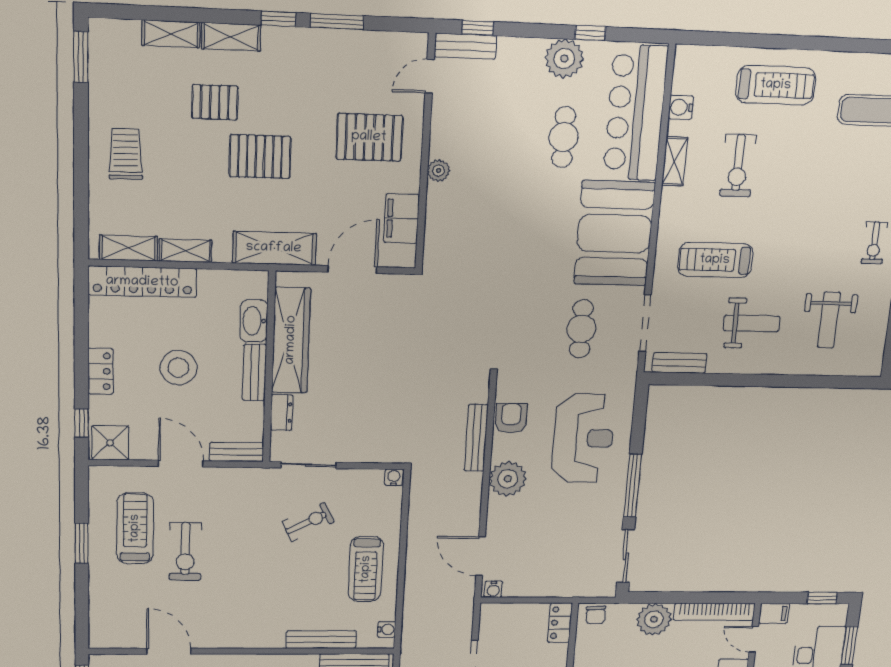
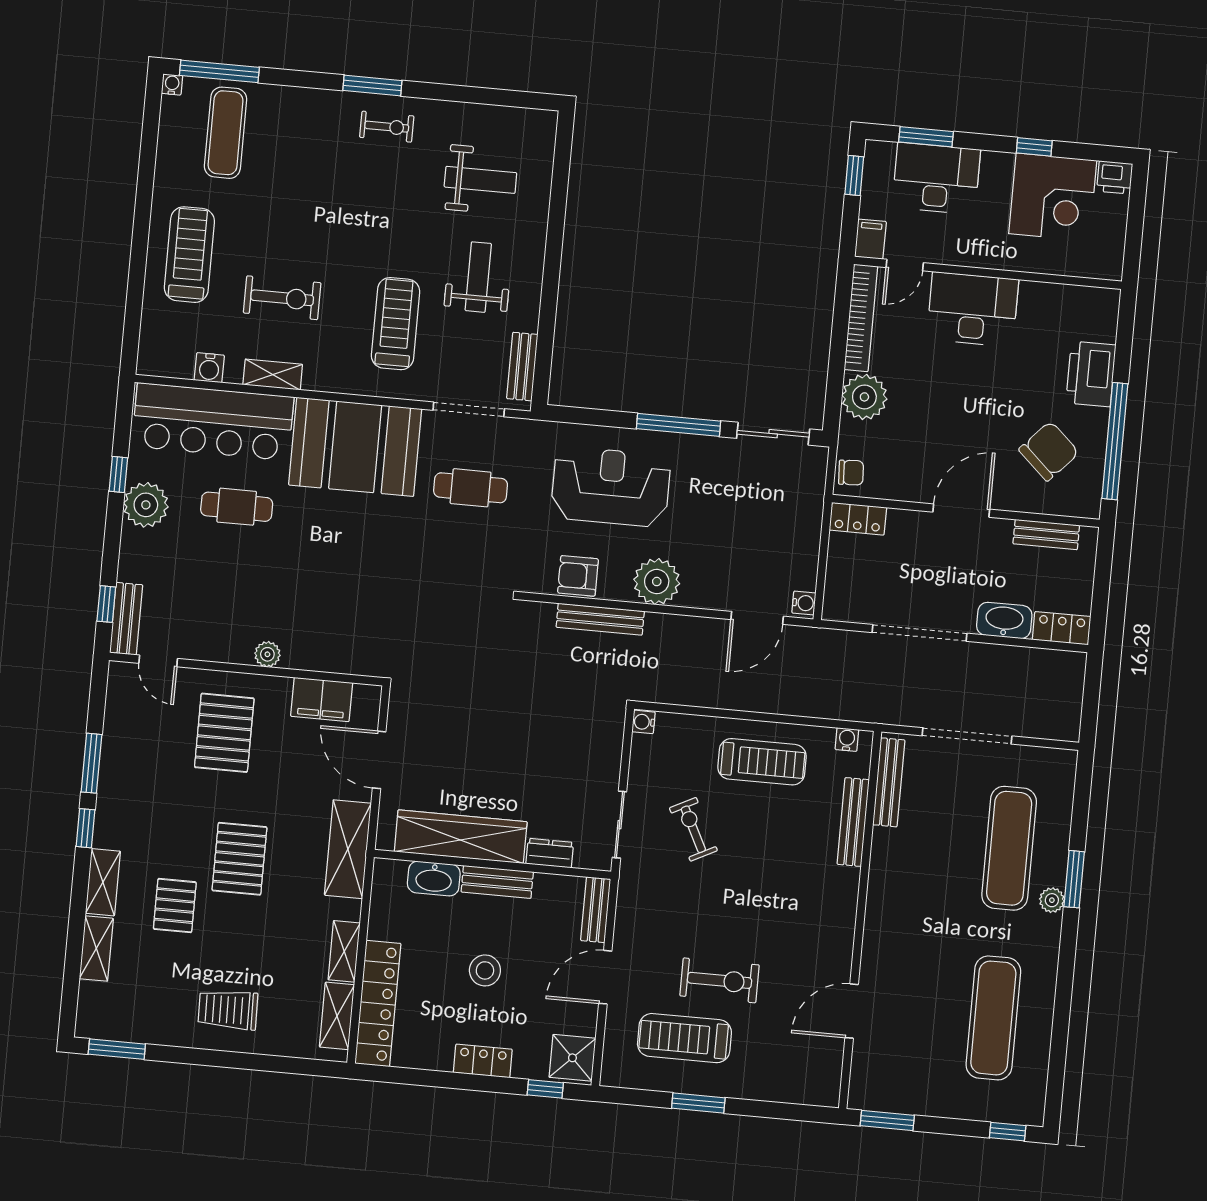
treadmill: (715, 260) -> (396, 324), turned 180
stool: (178, 368) -> (485, 970), width x0.73, depth x0.73

